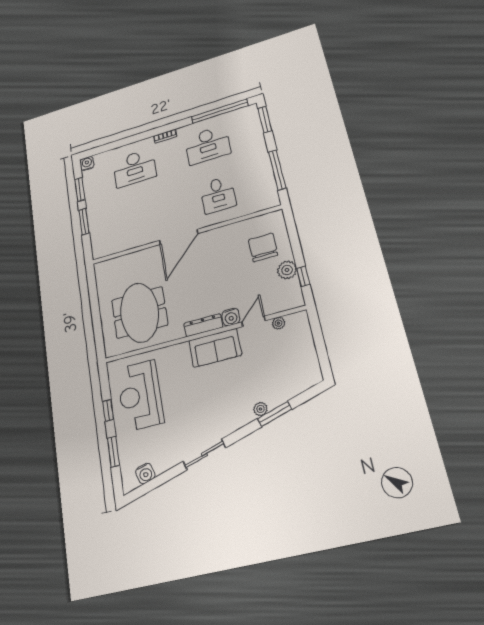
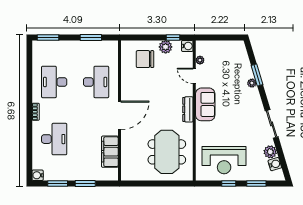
window: (220, 111) -> (29, 68), removed
desk: (208, 145) -> (54, 82), turned 180
window: (277, 170) -> (91, 38), width x0.69
desk: (218, 195) -> (96, 82), width x1.37
door: (179, 237) -> (119, 115), hinge flipped
filing cabinet: (129, 239) -> (110, 152), added
meeting table: (139, 312) -> (167, 152), turned 90
water cooler: (231, 317) -> (187, 46), moved
plant: (162, 462) -> (270, 152), added

